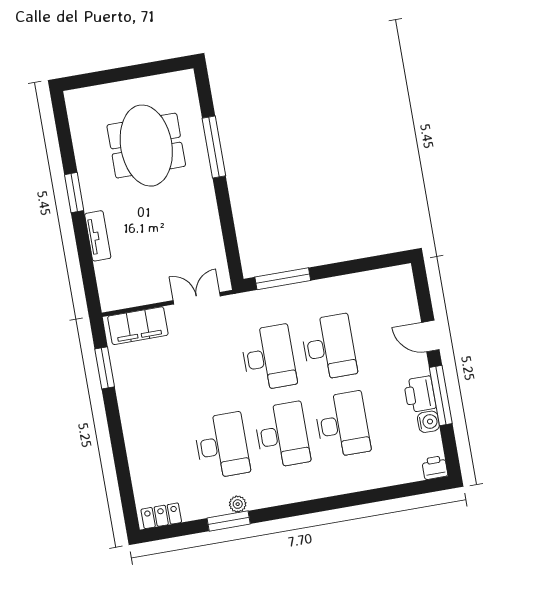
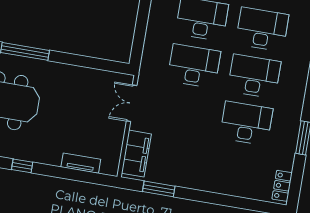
window: (74, 193) -> (22, 166), width x0.67
tv unit: (98, 236) -> (81, 163), moved
window: (283, 279) -> (140, 35), removed
plant: (238, 504) -> (293, 127), removed

